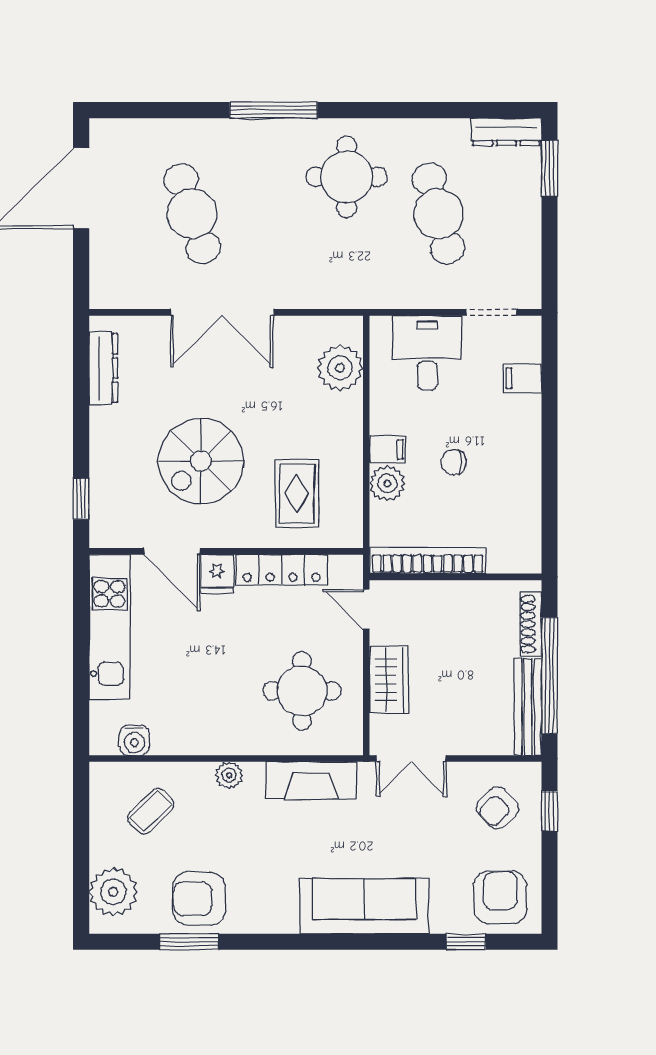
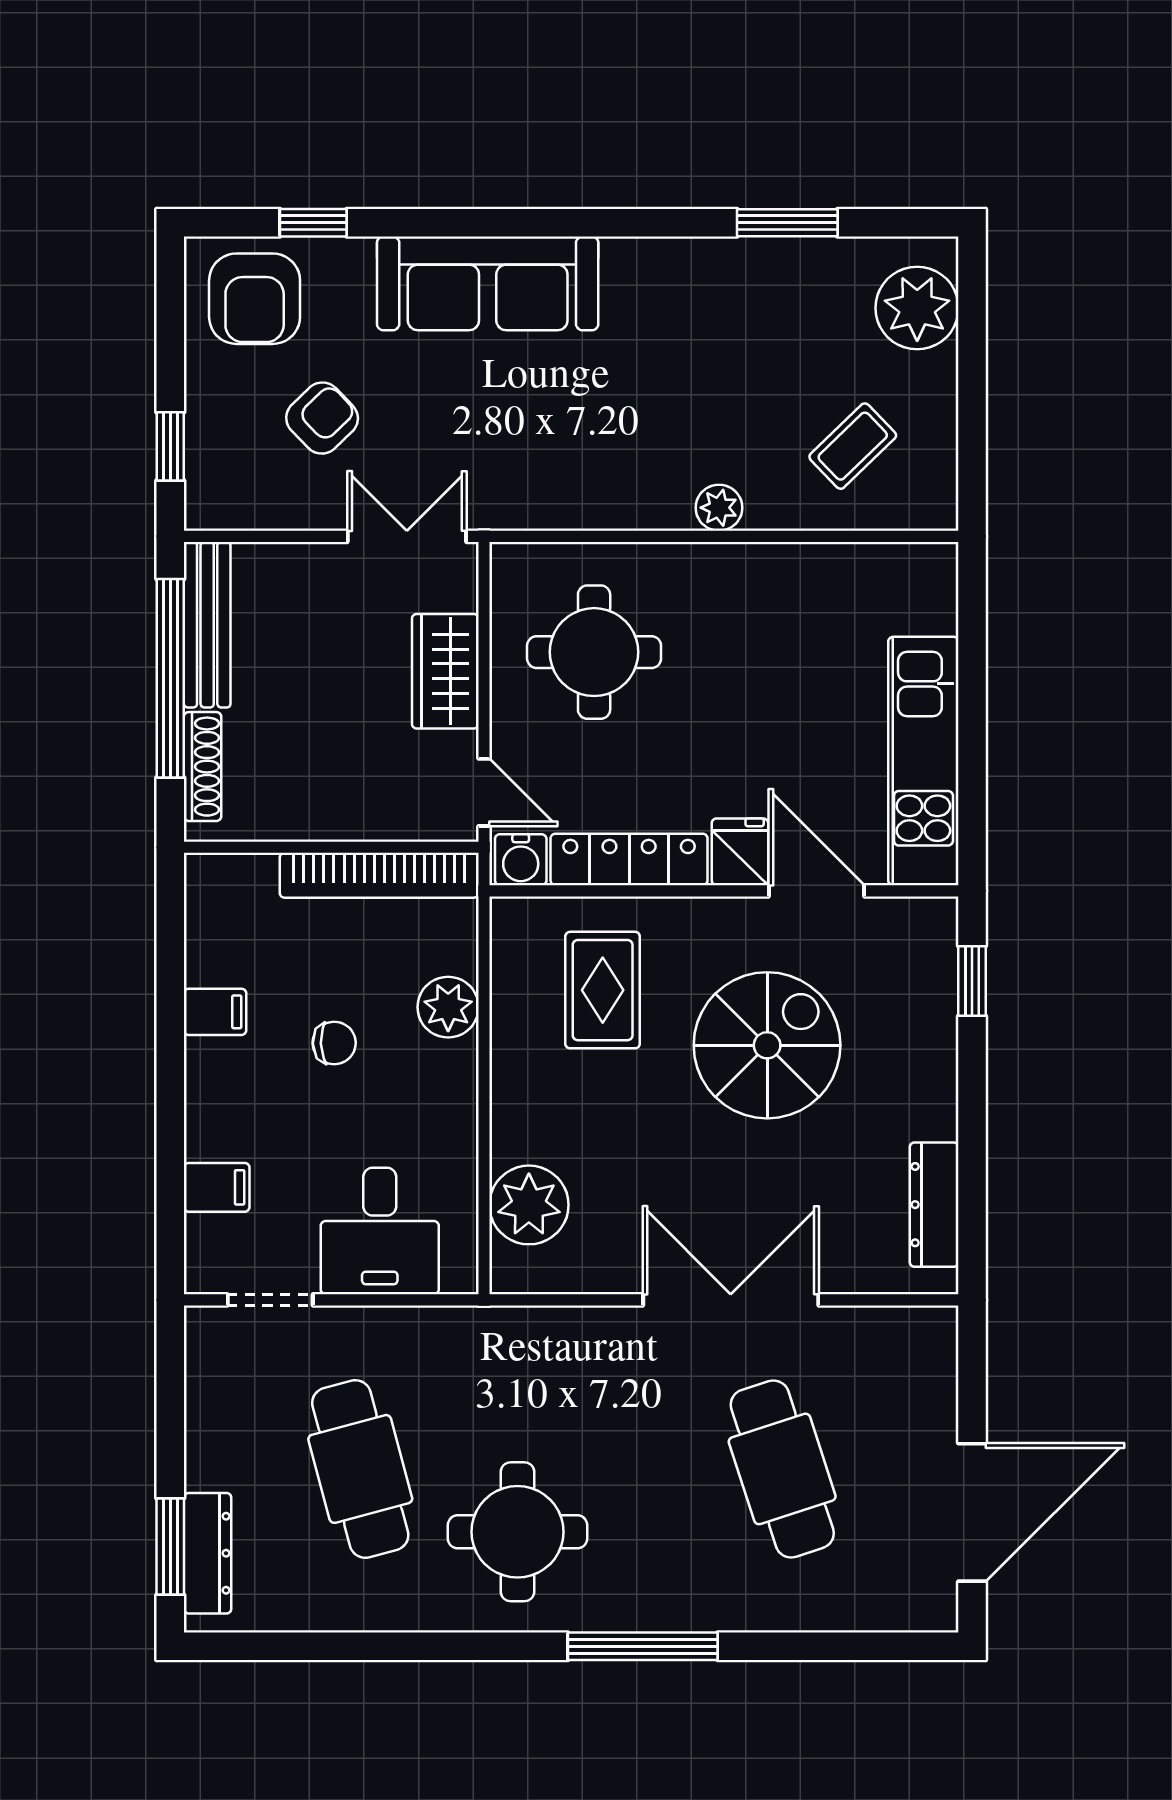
dresser: (506, 132) -> (208, 1553), moved, turned 90
filing cabinet: (388, 449) -> (215, 1012), moved, turned 180
water cooler: (134, 740) -> (521, 860), moved, turned 180
fireplace: (311, 780) -> (578, 499), removed
armchair: (497, 808) -> (322, 418), moved
armchair: (199, 899) -> (770, 297), removed

